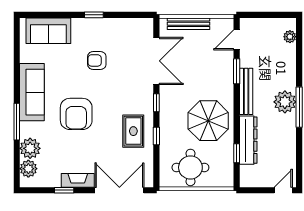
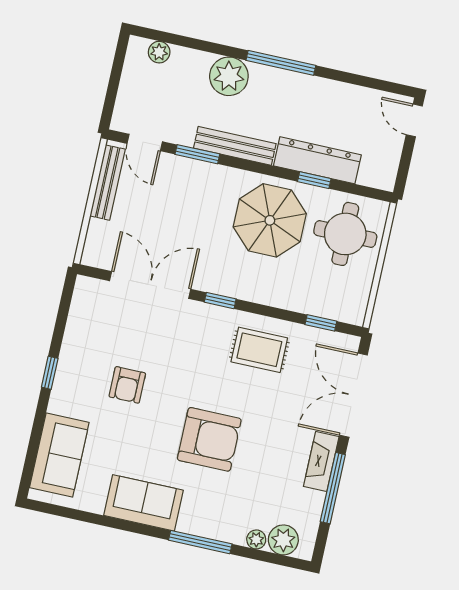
bench: (189, 24) -> (108, 183), moved
sofa: (32, 92) -> (143, 503), width x0.73
plant: (285, 102) -> (229, 76), moved
window: (156, 136) -> (321, 323), moved
plant: (30, 148) -> (256, 539), width x0.53, depth x0.53
window: (237, 153) -> (314, 180), moved
round table: (190, 167) -> (345, 234), moved
window: (64, 190) -> (333, 488), width x2.17

